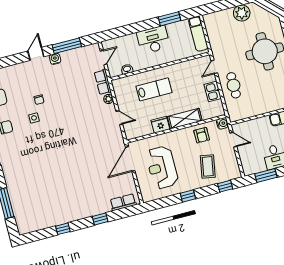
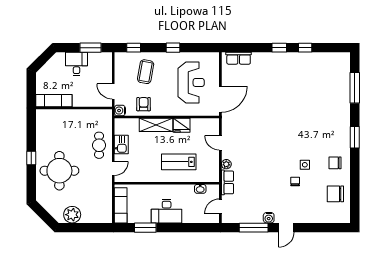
window: (100, 219) -> (279, 48), moved

